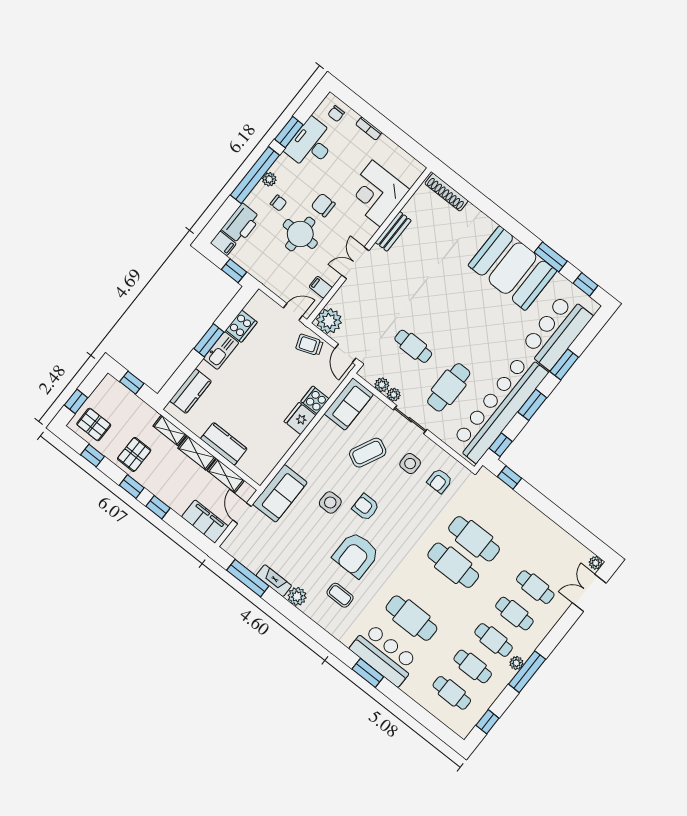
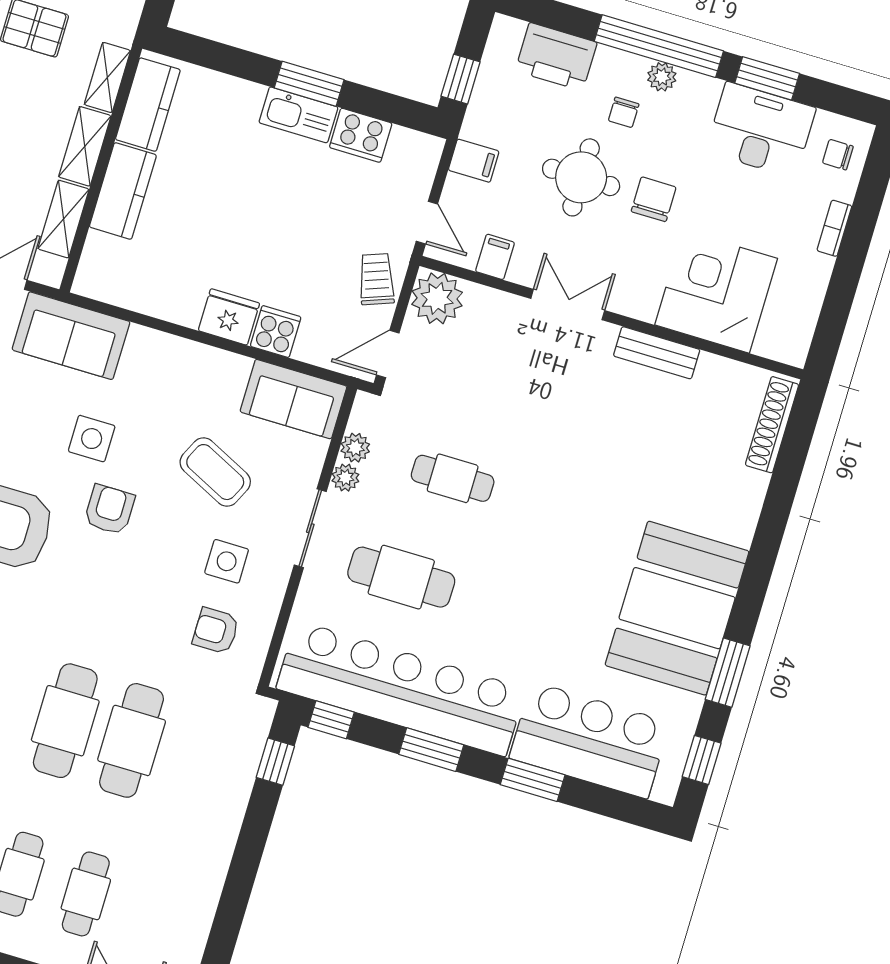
filing cabinet: (223, 243) -> (474, 161), moved, turned -90
cafe table: (413, 346) -> (453, 478), turned 90
kitchen counter: (191, 391) -> (148, 105), moved, turned -90

